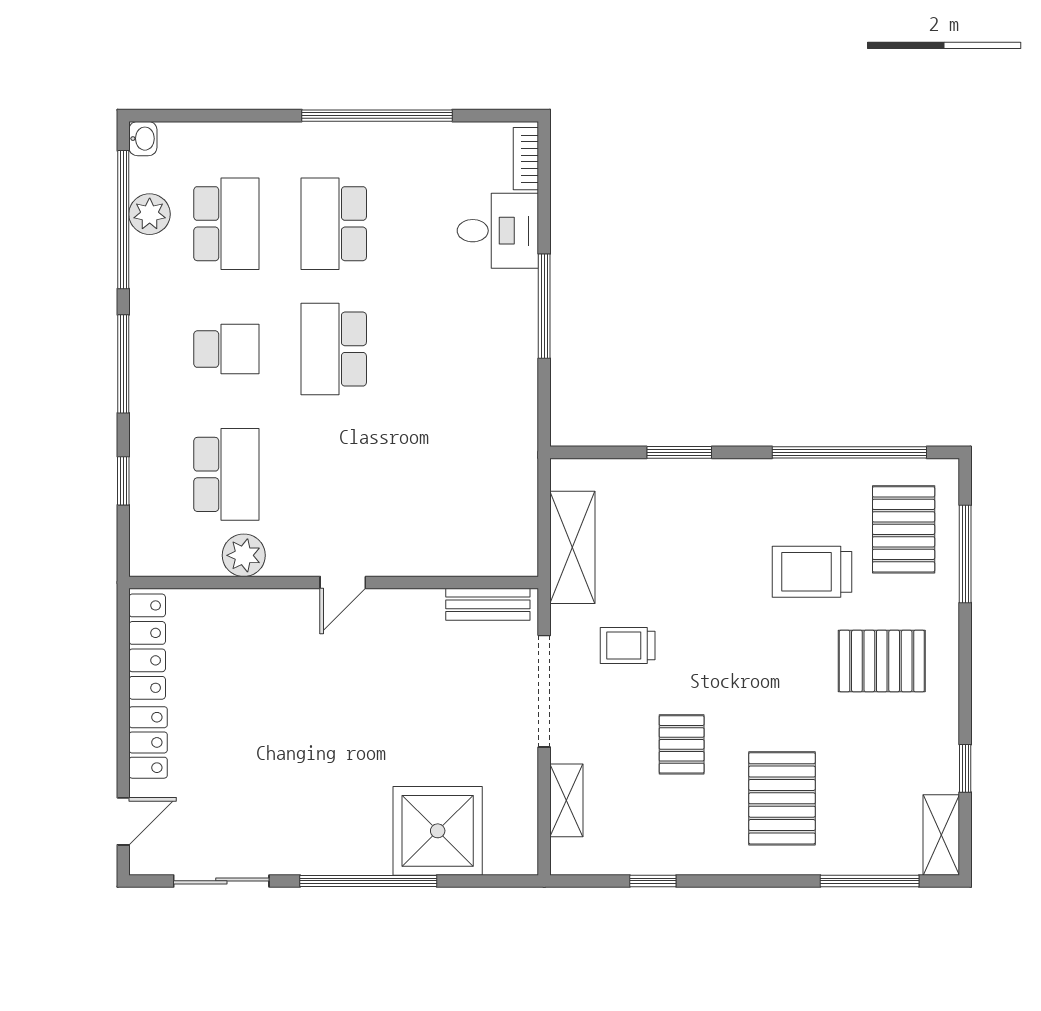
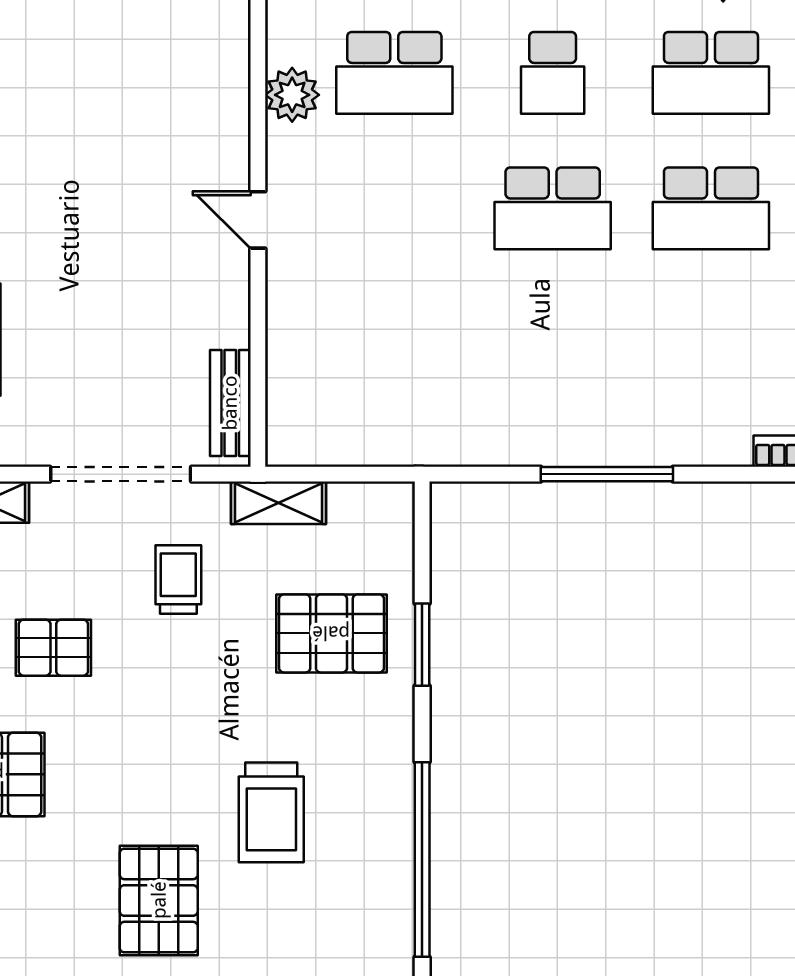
school desk: (334, 224) -> (711, 208), turned 180
desk: (498, 231) -> (702, 416), removed
school desk: (334, 349) -> (553, 208), turned 180
pallet: (904, 529) -> (331, 633), moved
shelving: (572, 547) -> (279, 503), width x0.67, depth x0.75
trolley: (812, 572) -> (271, 812), turned 180

